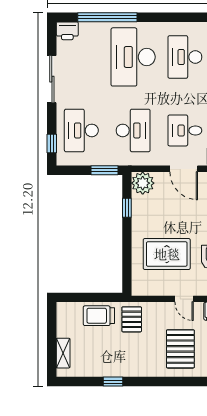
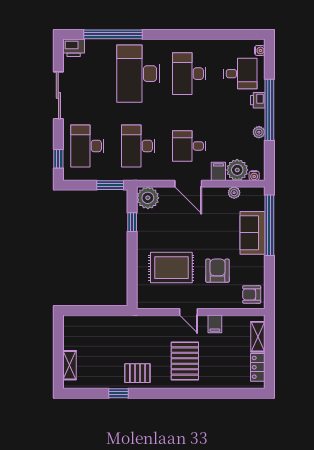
desk: (133, 130) -> (138, 146), turned 180
trolley: (99, 316) -> (105, 328), removed
pallet: (132, 319) -> (137, 373), moved, turned 90

